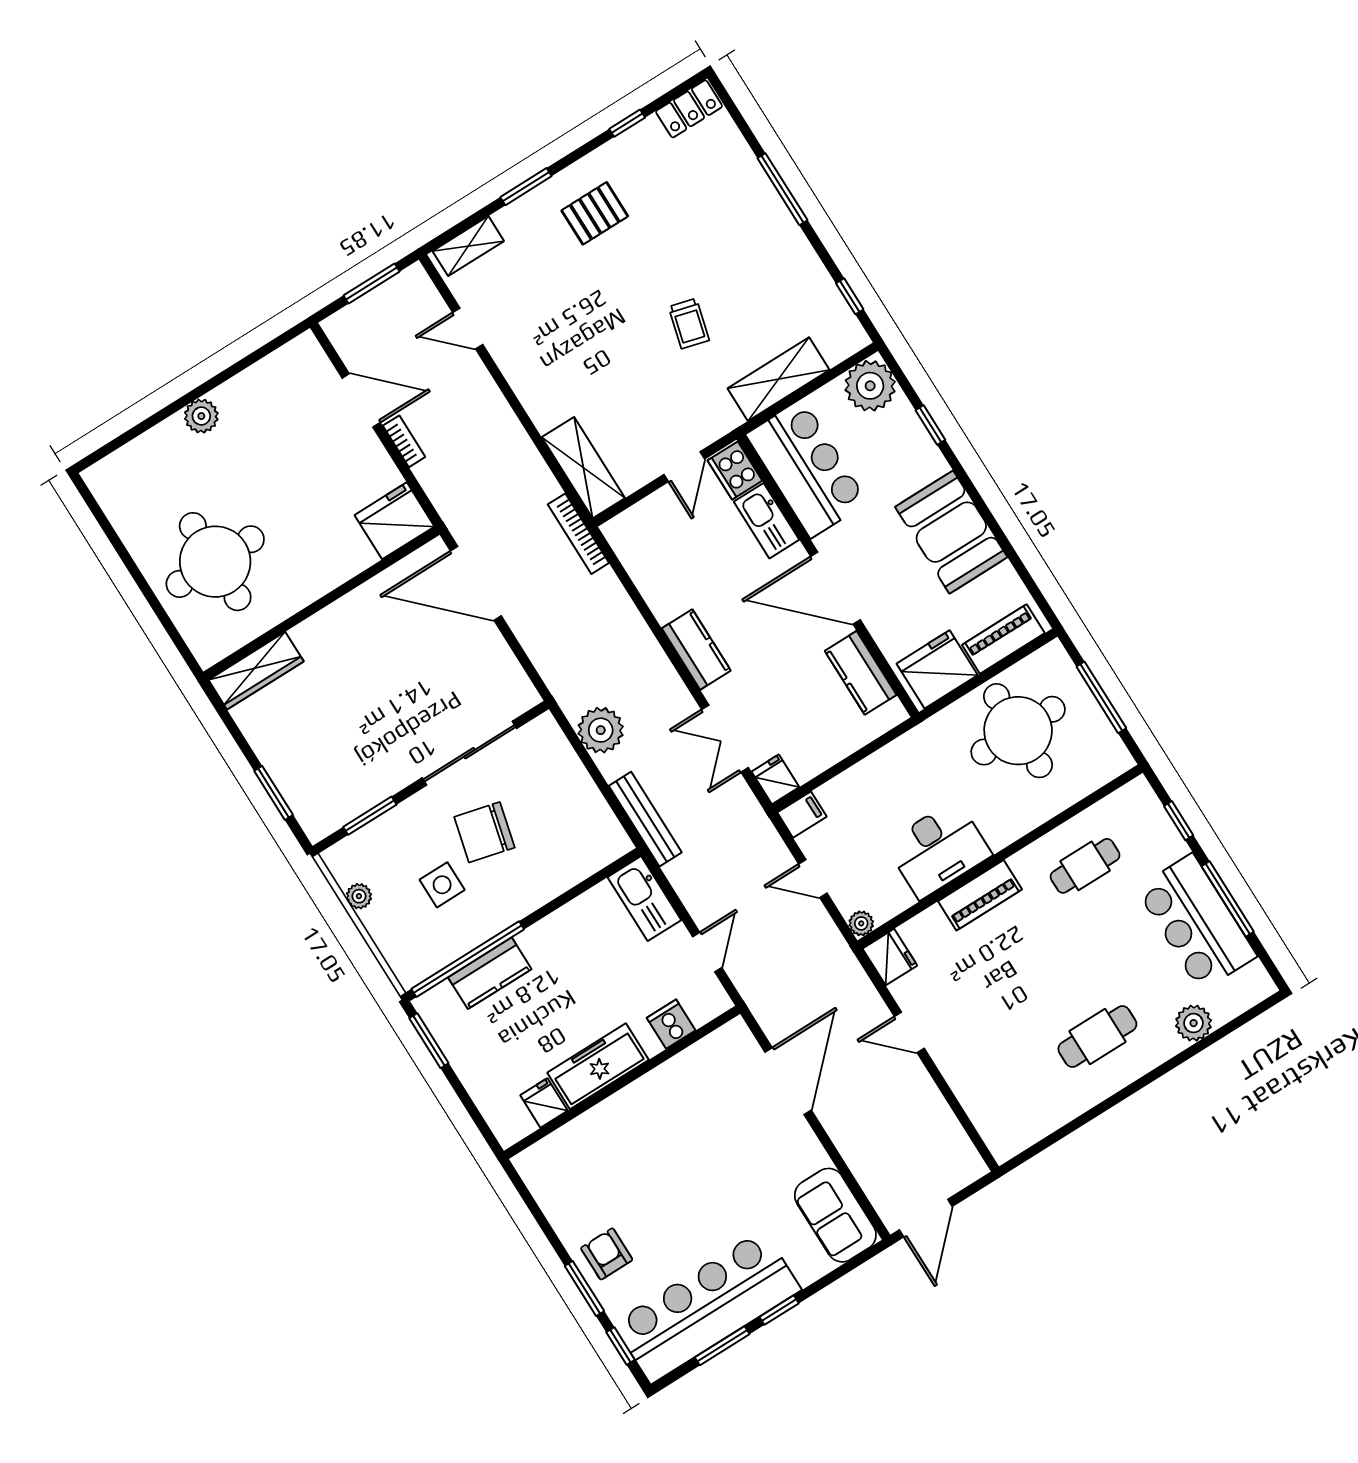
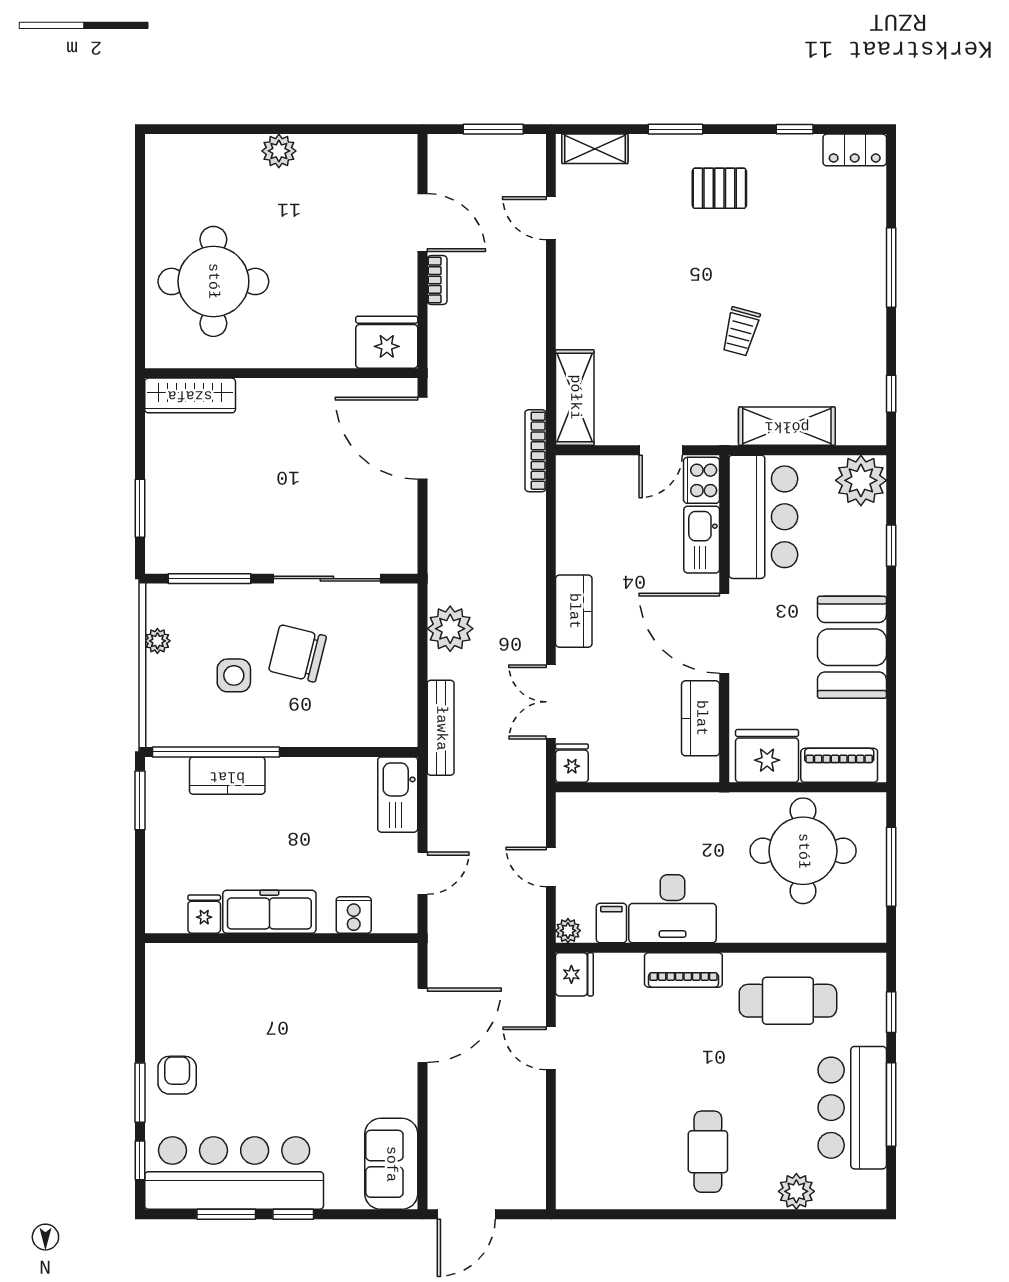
filing cabinet: (802, 815) -> (611, 923), moved, turned -90
window: (370, 816) -> (209, 579), width x1.44
cafe table: (1085, 866) -> (788, 1001), width x1.37, depth x1.35
cafe table: (1097, 1037) -> (708, 1152), turned 90

